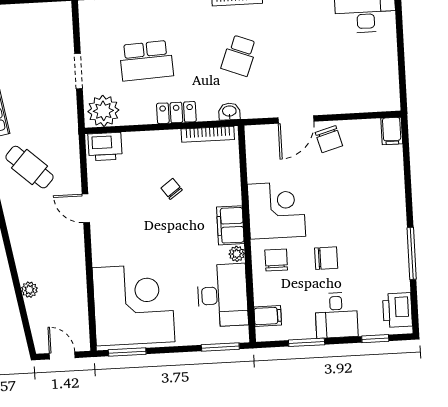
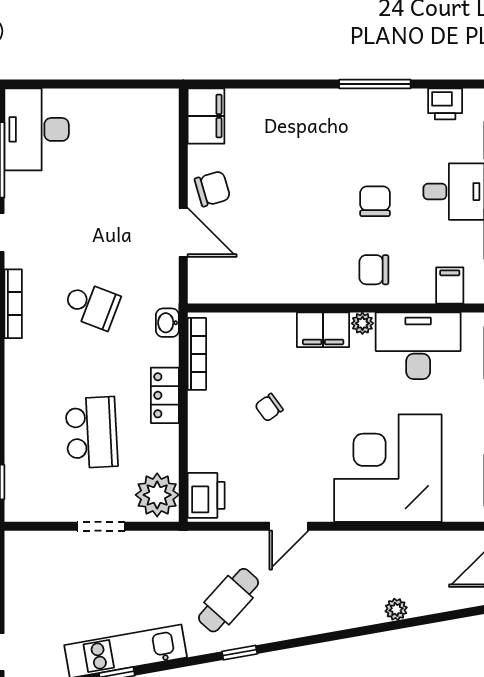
filing cabinet: (392, 131) -> (206, 116), width x2.00
corner desk: (276, 210) -> (306, 266), removed
corner desk: (134, 305) -> (388, 468), moved
printer: (397, 310) -> (445, 104), width x0.73, depth x0.81

